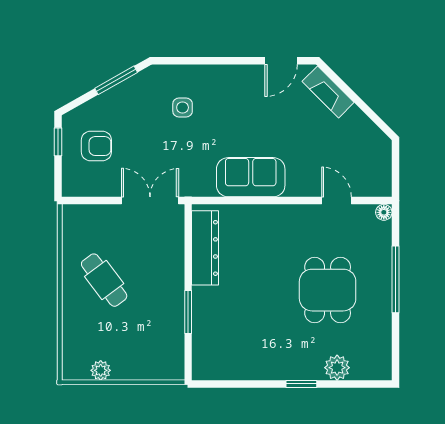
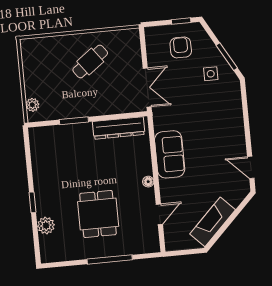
fireplace: (328, 92) -> (213, 222), moved, width x1.37, depth x1.32
side table: (183, 107) -> (211, 74), moved
armchair: (96, 146) -> (181, 47), turned 180
floor lamp: (384, 212) -> (148, 182), moved
dining table: (328, 290) -> (98, 214), turned 90
plant: (101, 370) -> (32, 105), moved

